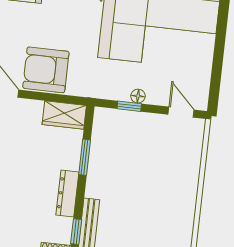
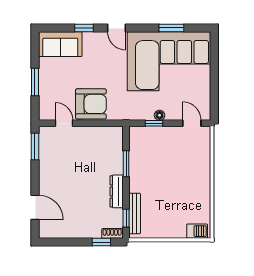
armchair: (46, 70) -> (91, 104), turned 180
wardrobe: (64, 115) -> (108, 135), removed

